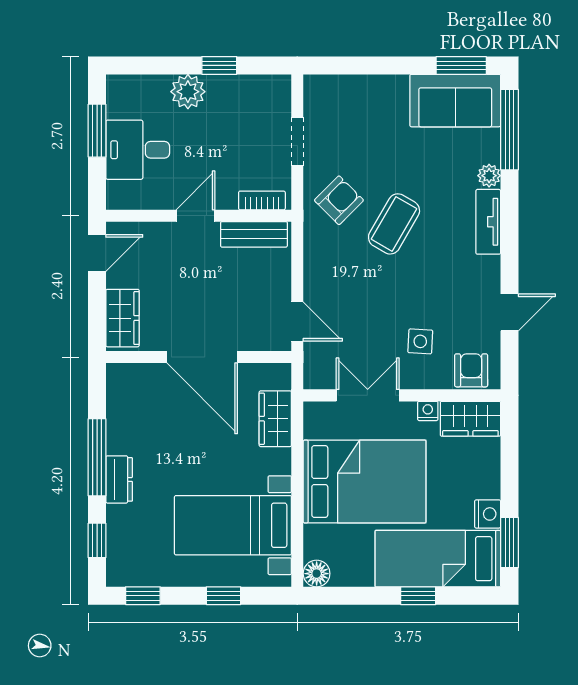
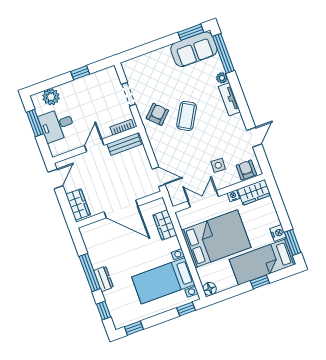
plant: (188, 92) -> (51, 97), moved
window: (224, 596) -> (186, 309), moved

